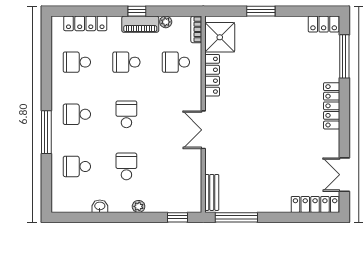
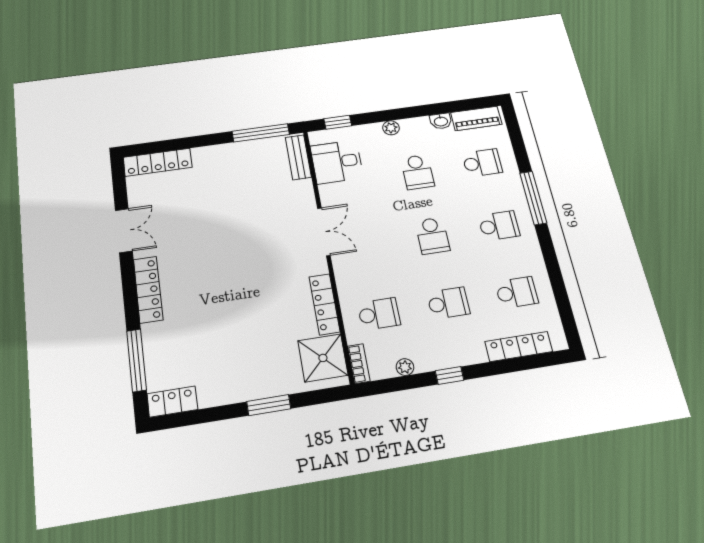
piano: (140, 24) -> (476, 118), moved, turned 180
double door: (344, 175) -> (124, 231), moved
desk: (184, 184) -> (337, 162), added

